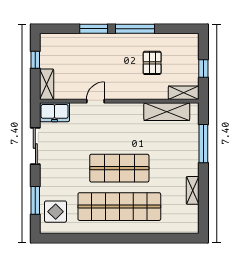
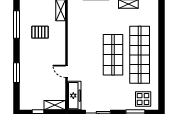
window: (135, 29) -> (16, 25), moved
freezer: (55, 112) -> (74, 96), width x1.40
shelving: (167, 112) -> (74, 22), removed

